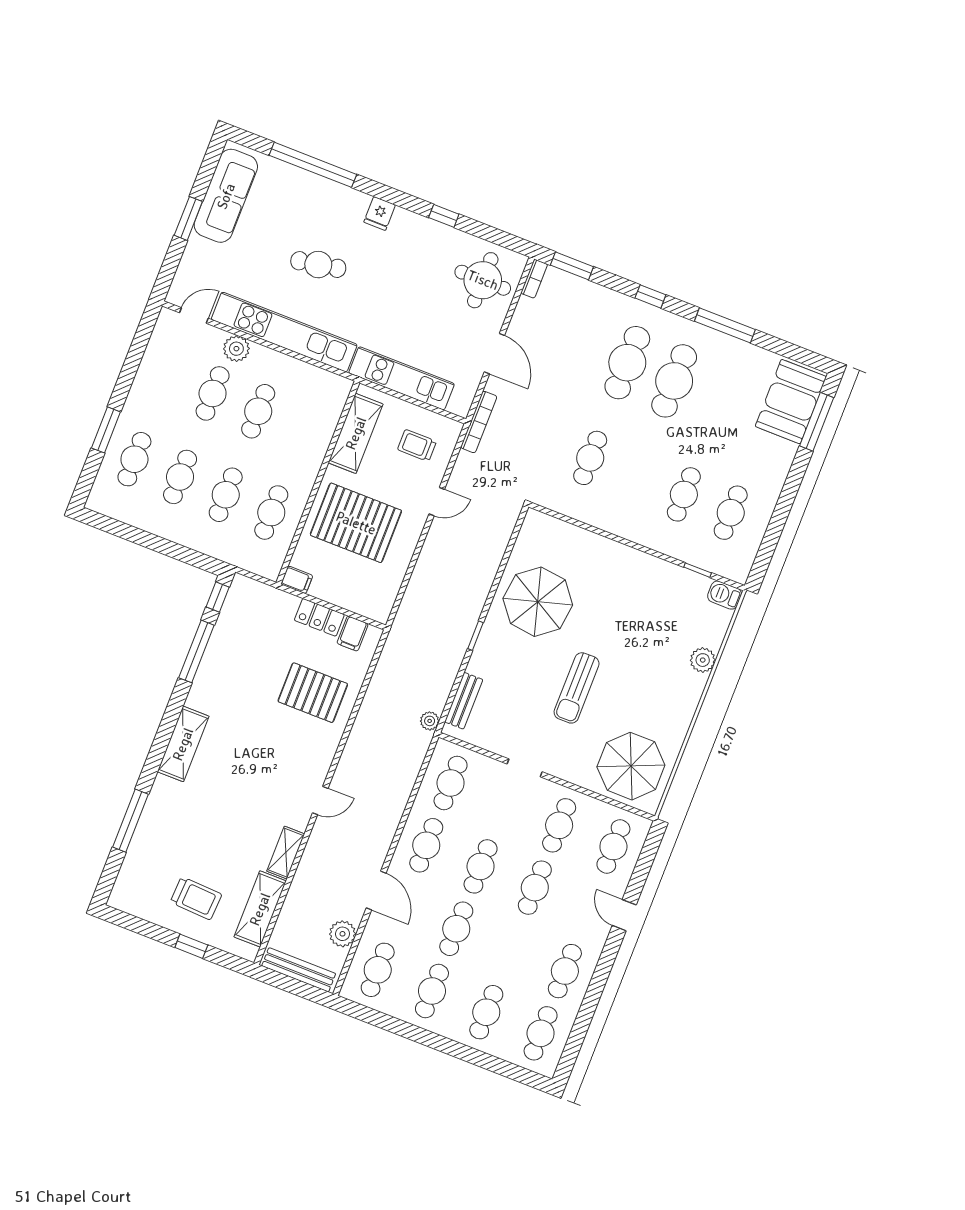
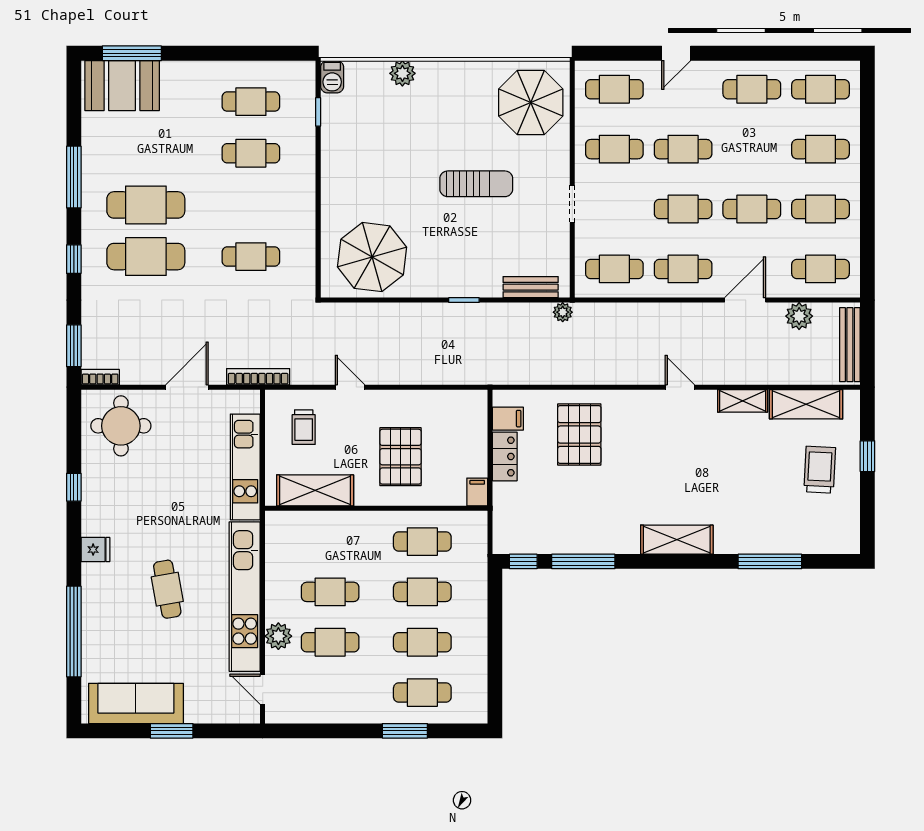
pallet: (356, 523) -> (401, 457), width x0.73, depth x0.71
parasol: (538, 602) -> (372, 257), moved

